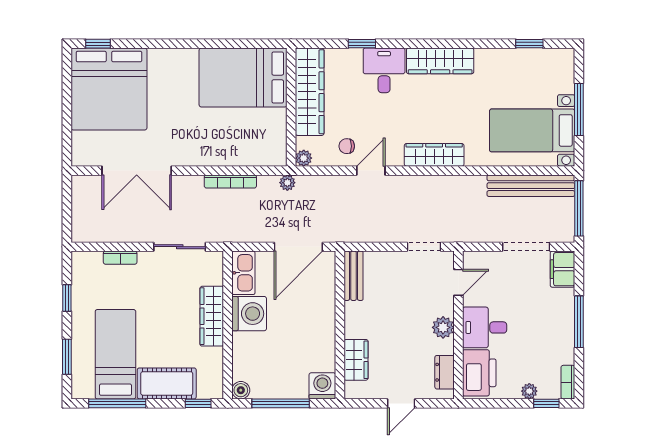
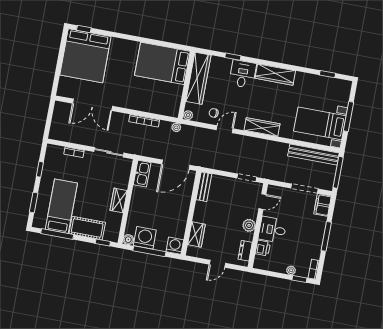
washing machine: (249, 314) -> (145, 238), moved, turned -90
wardrobe: (212, 316) -> (119, 200), width x0.67
printer: (479, 373) -> (263, 248), width x0.53, depth x0.68

